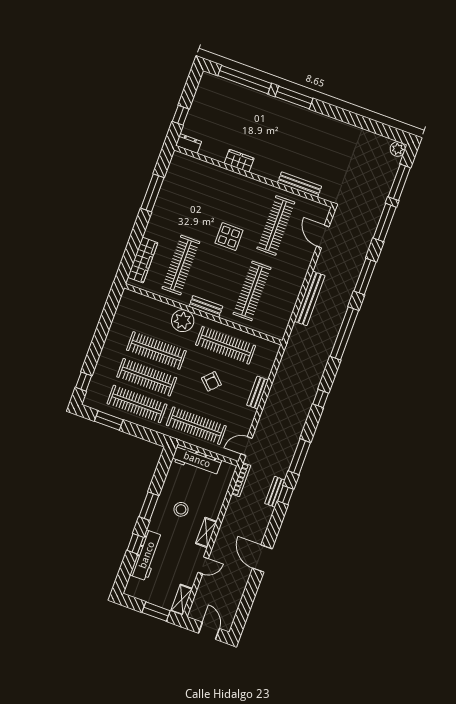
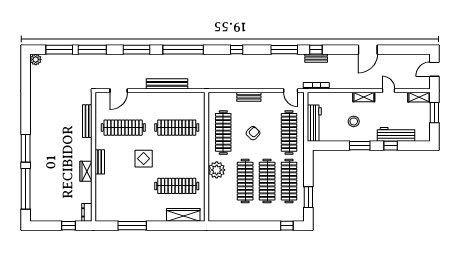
bench: (206, 306) -> (100, 162), moved

